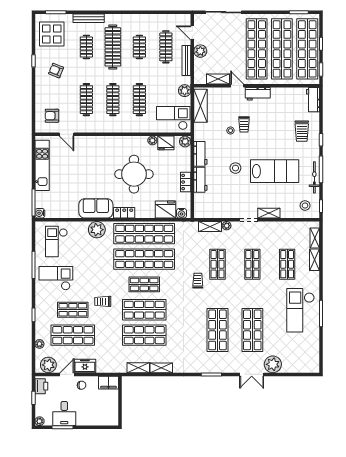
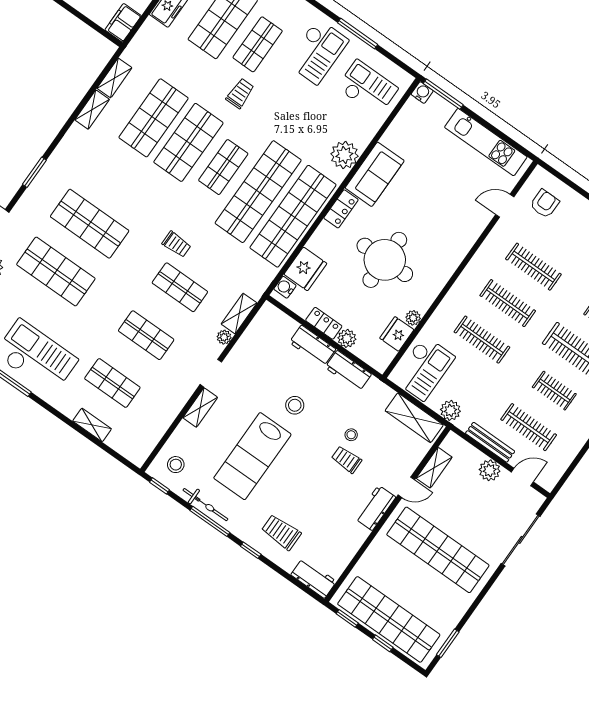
shop shelf: (282, 49) -> (413, 585), removed
plant: (185, 142) -> (347, 338), moved
shelving: (315, 238) -> (122, 447), removed

